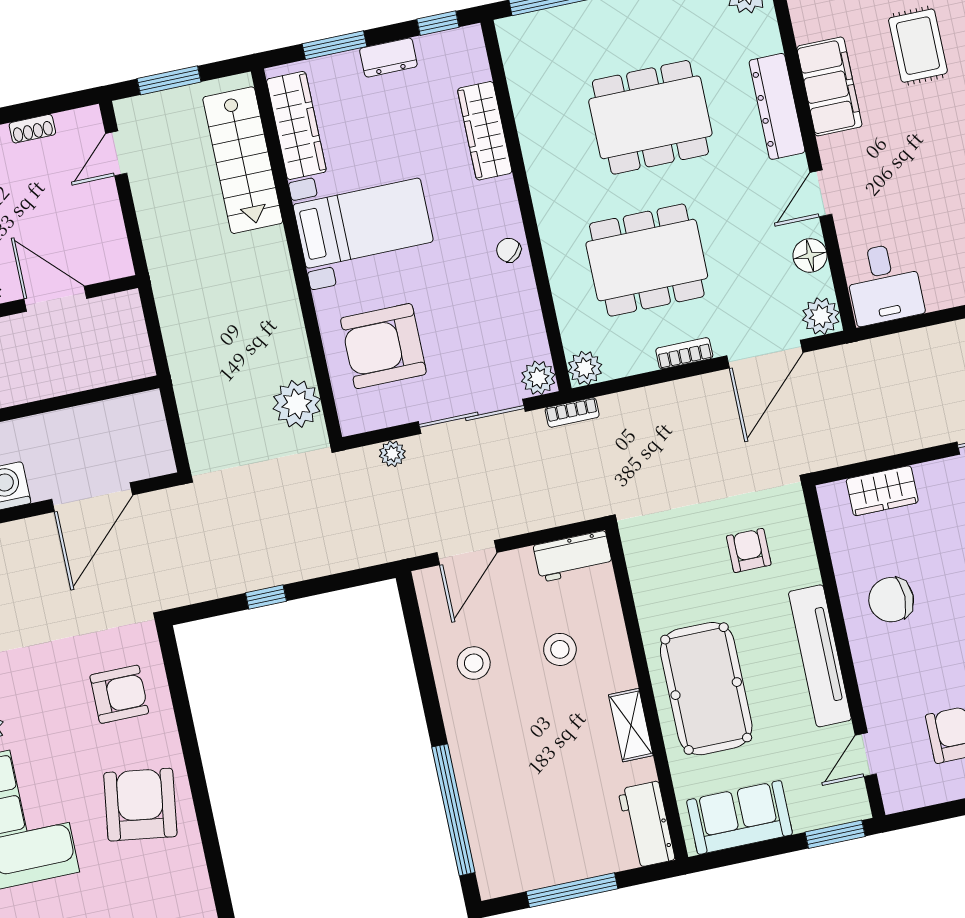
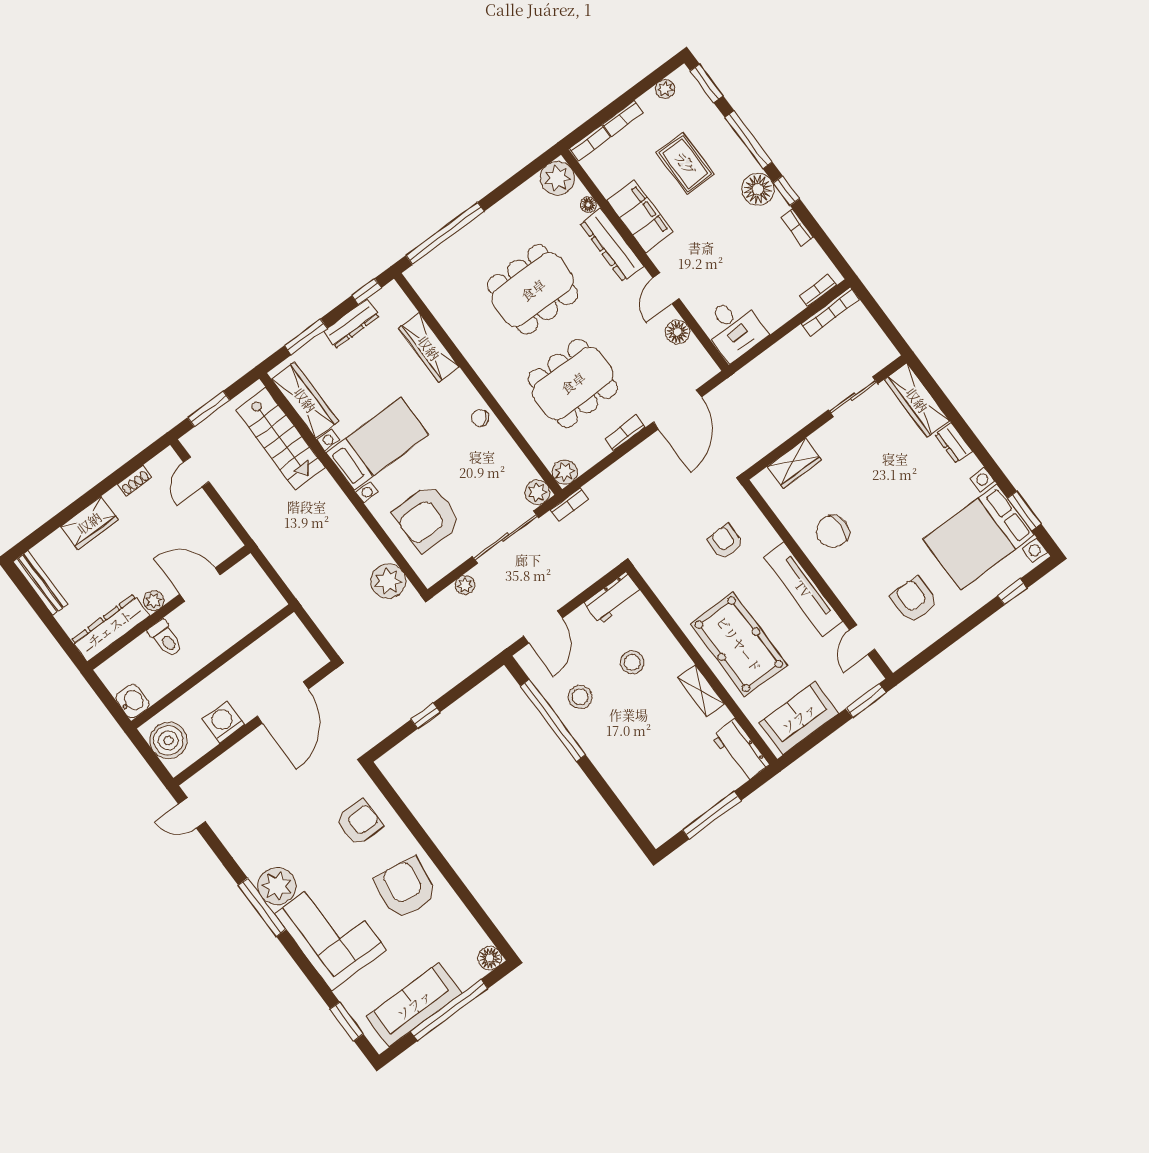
floor lamp: (771, 42) -> (588, 205), added
dresser: (388, 58) -> (351, 324), width x1.44
plant: (821, 316) -> (703, 368), removed
window: (453, 810) -> (553, 720), moved

